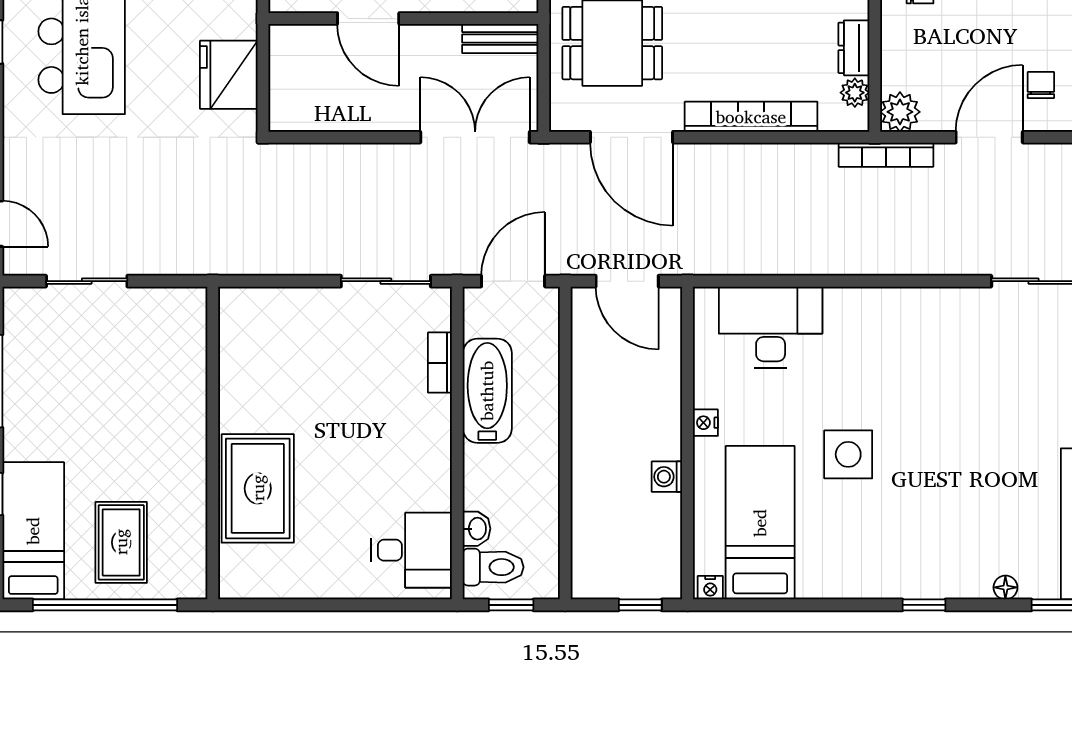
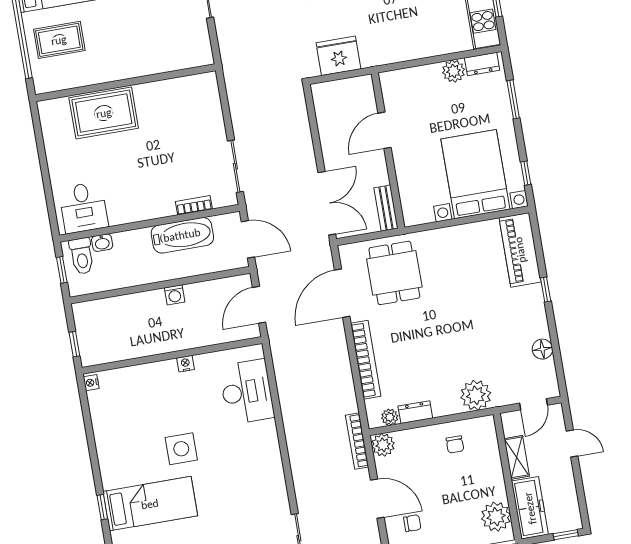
washing machine: (667, 477) -> (175, 295), moved, turned 180
bed: (760, 523) -> (150, 504), moved

